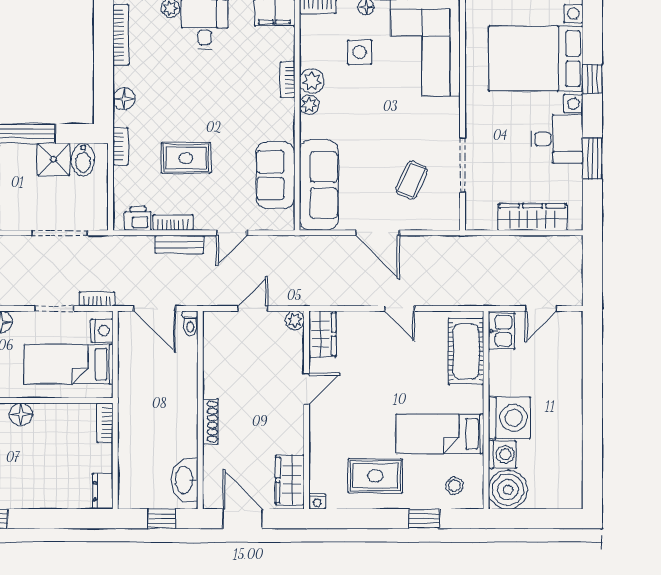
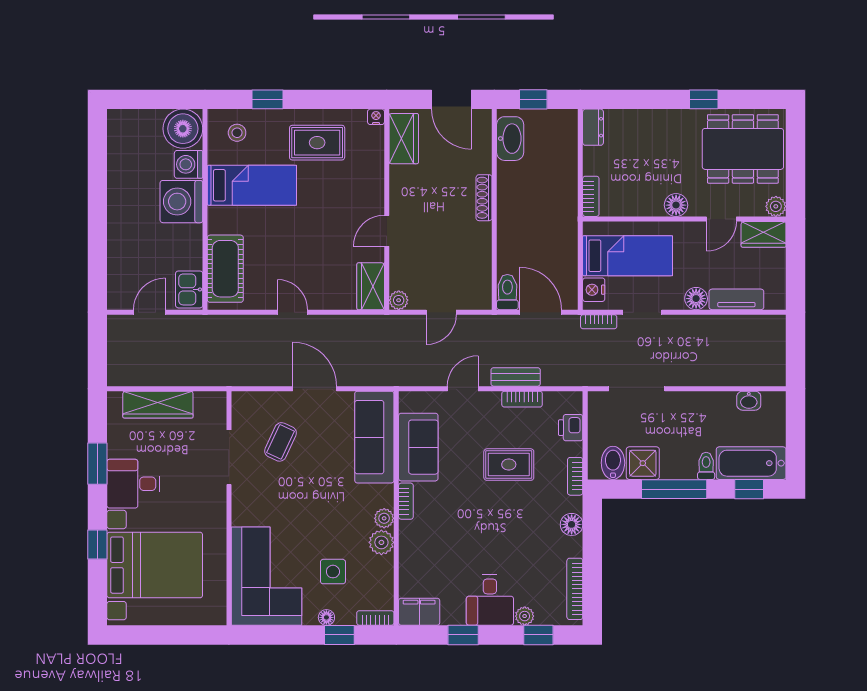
bookcase: (288, 80) -> (406, 501), moved
printer: (138, 219) -> (571, 428), moved, turned 90
toilet: (190, 323) -> (507, 292), width x1.37, depth x1.39

